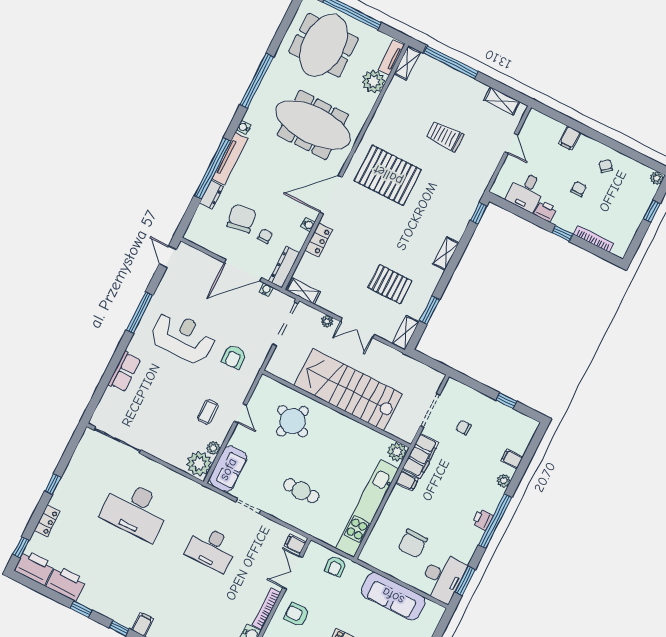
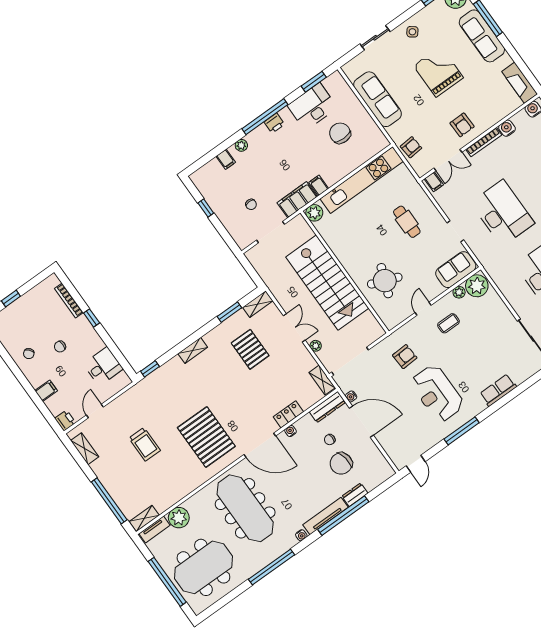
printer: (545, 211) -> (65, 420), moved, turned 180
chair: (413, 544) -> (340, 133), turned -90
desk: (211, 549) -> (502, 213), width x1.36, depth x1.30
desk: (443, 577) -> (312, 107), moved

